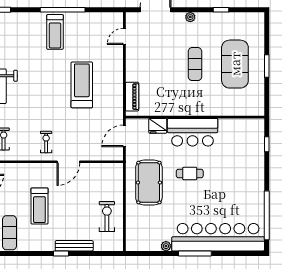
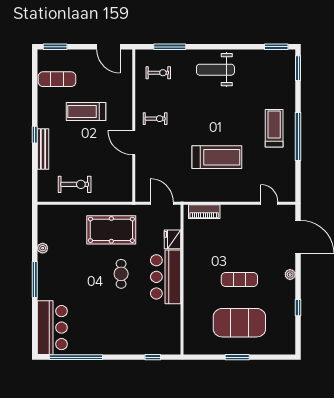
treadmill: (55, 32) -> (274, 128), turned 90
bar counter: (218, 237) -> (52, 328), width x0.54

